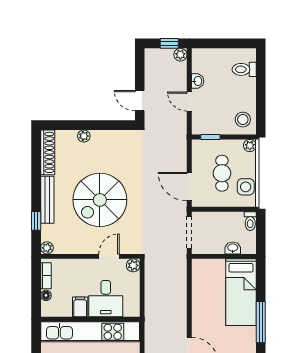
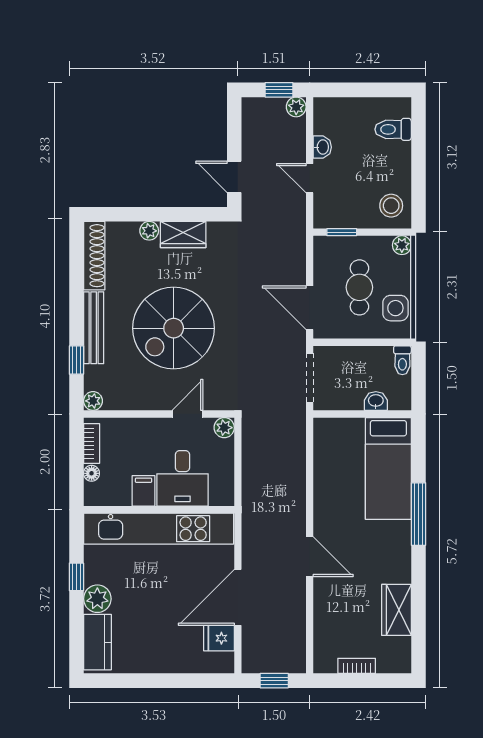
wardrobe: (106, 139) -> (183, 235), added

